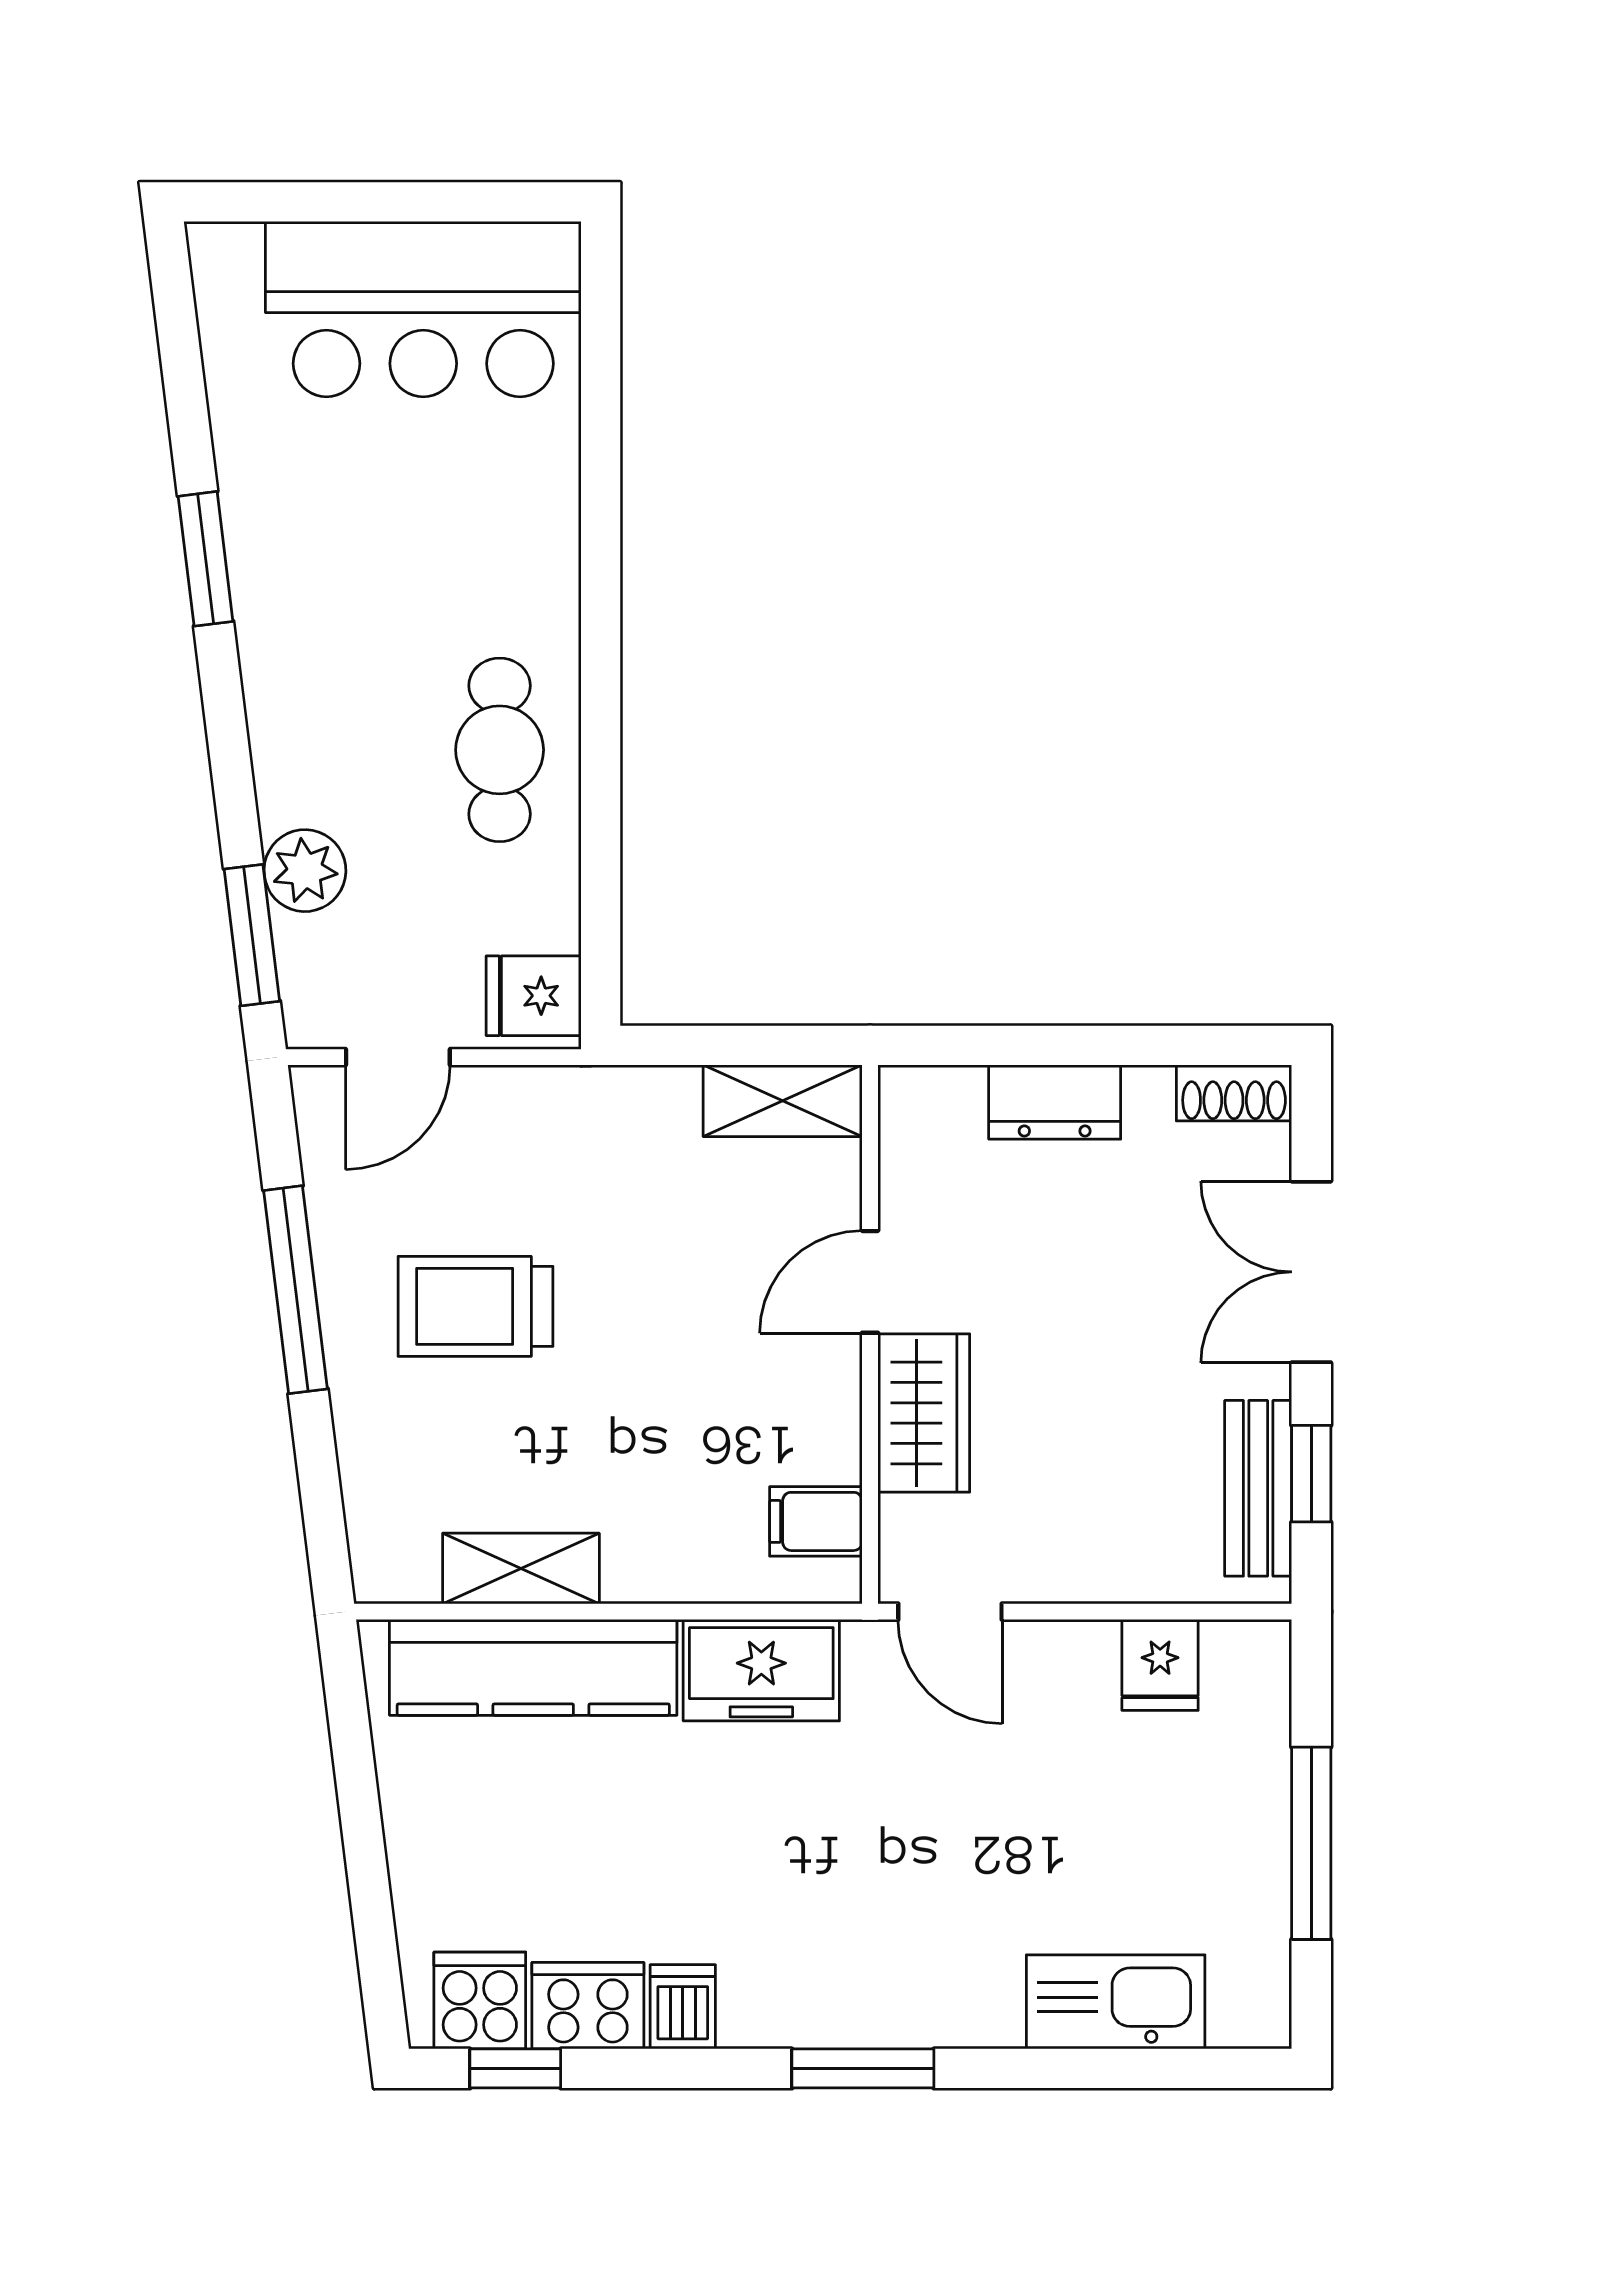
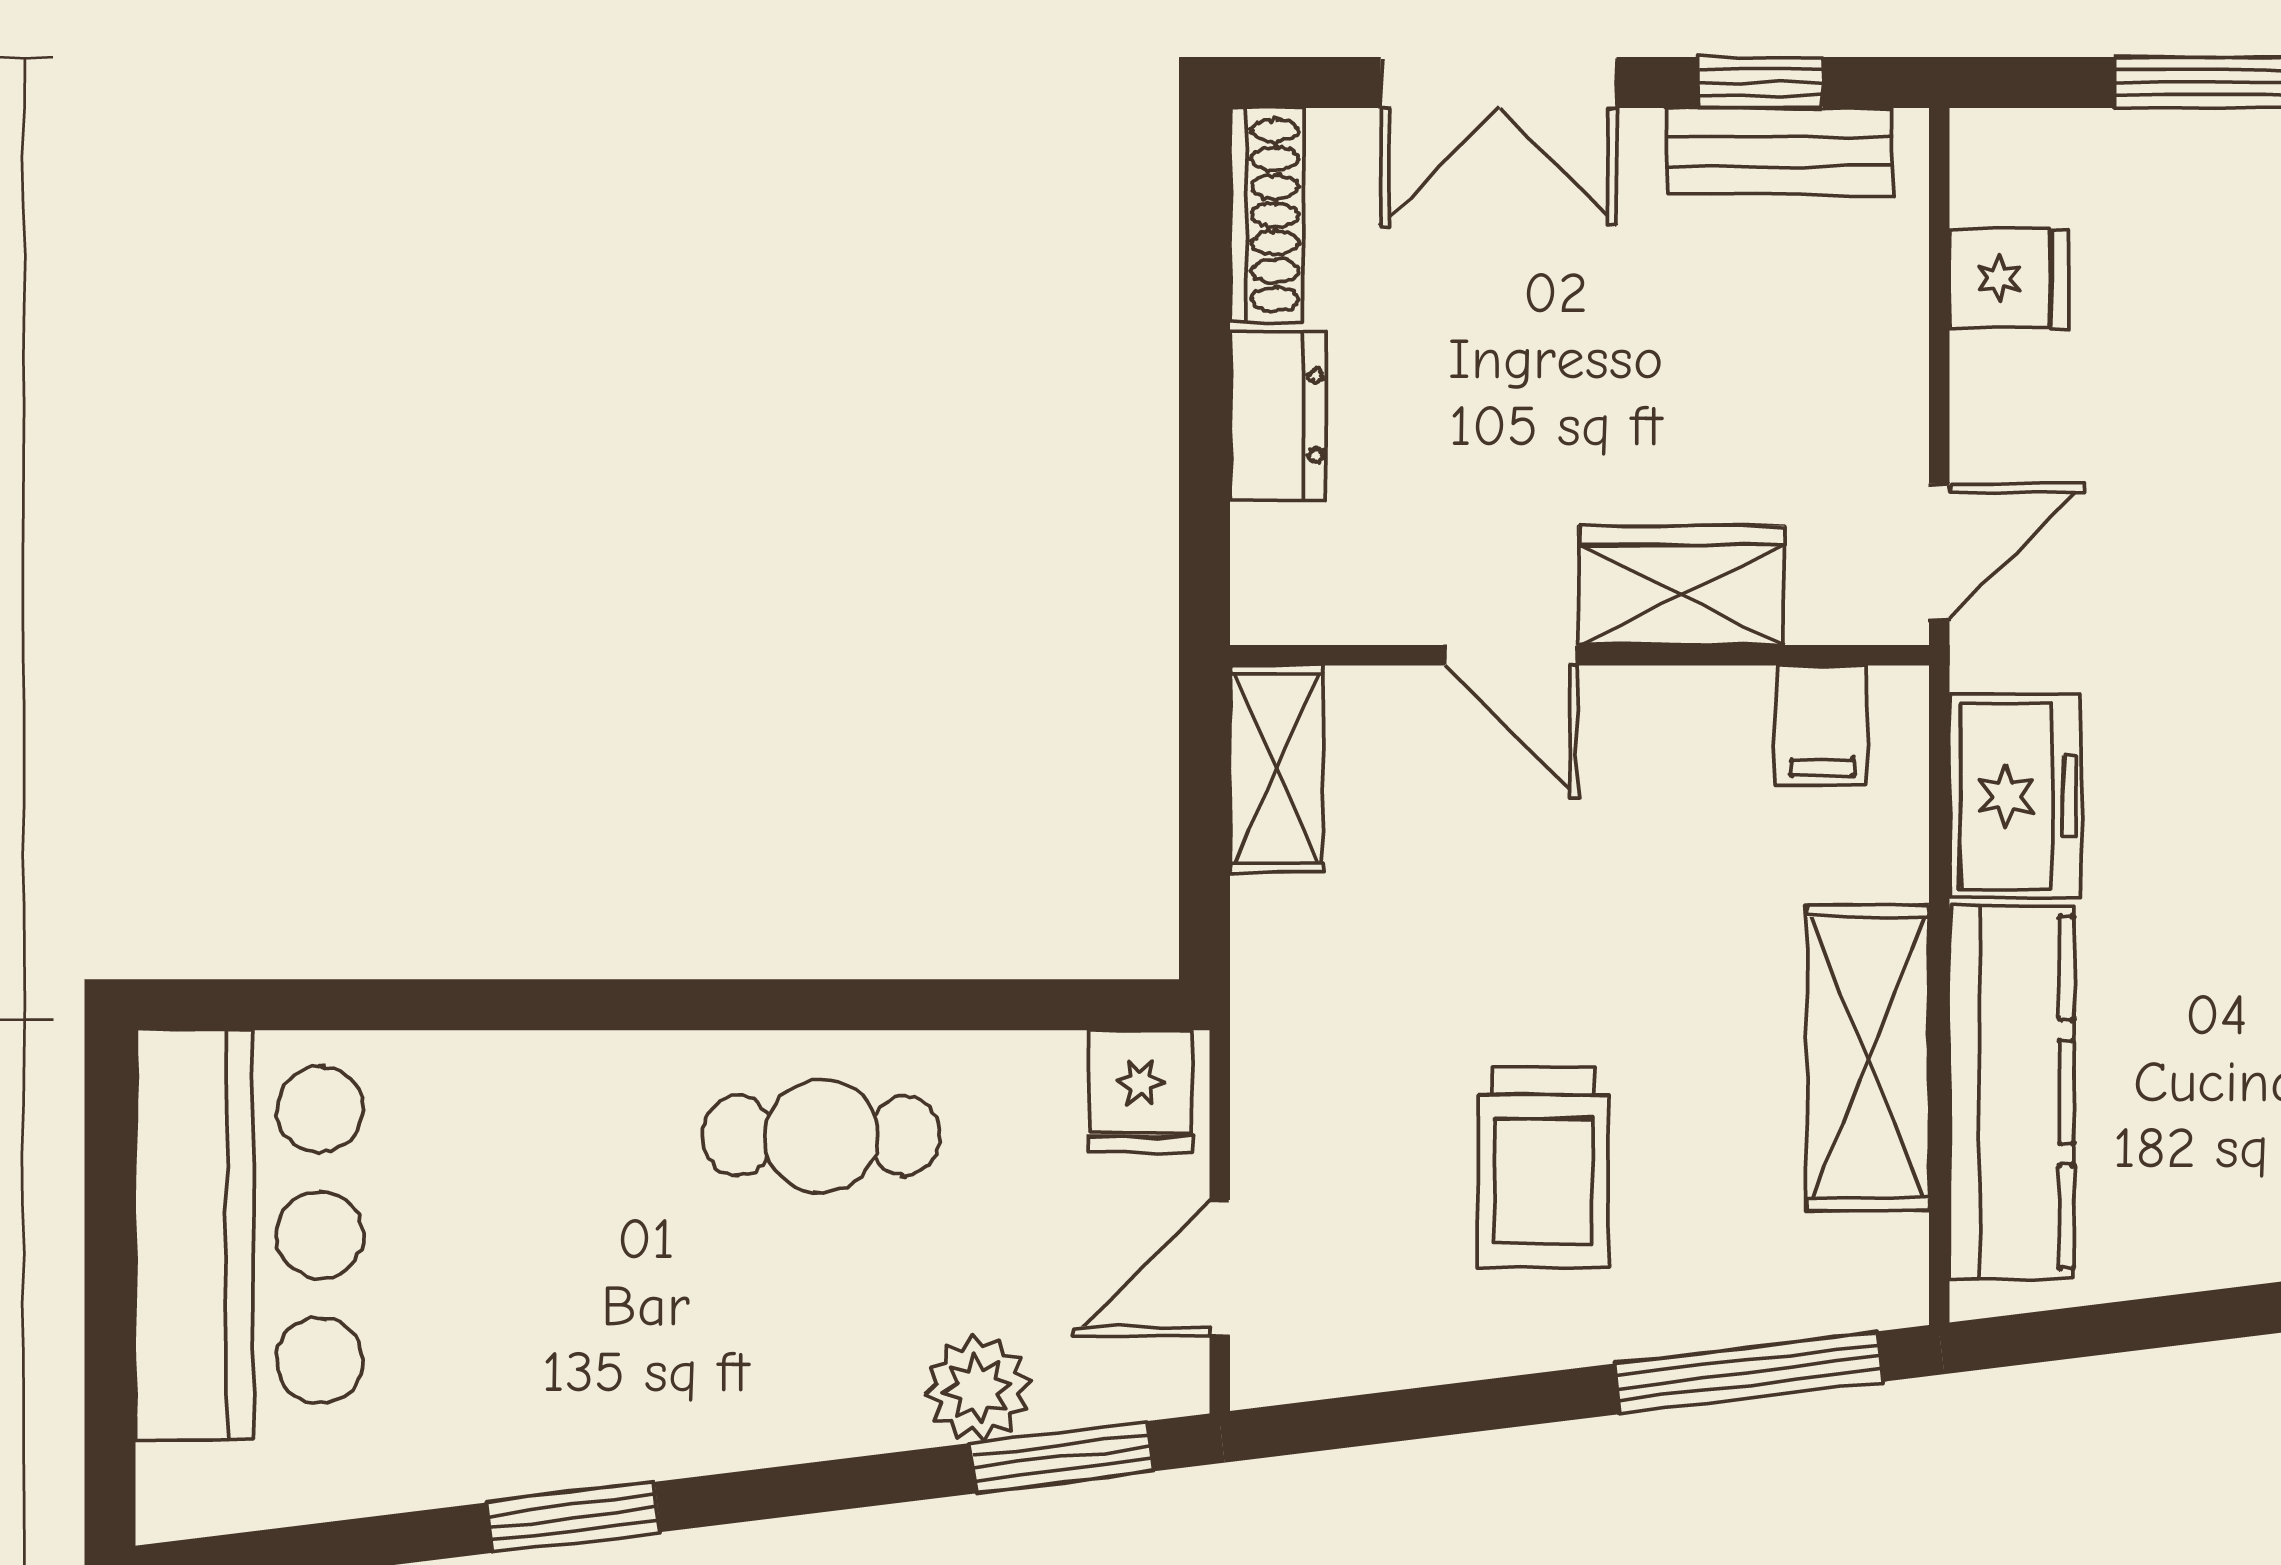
door: (398, 1057) -> (1220, 1268), swing flipped
shoe rack: (1234, 1093) -> (1266, 215), width x1.43
window: (296, 1290) -> (1749, 1373), moved
shelving: (521, 1569) -> (1868, 1057), width x1.50, depth x1.33

